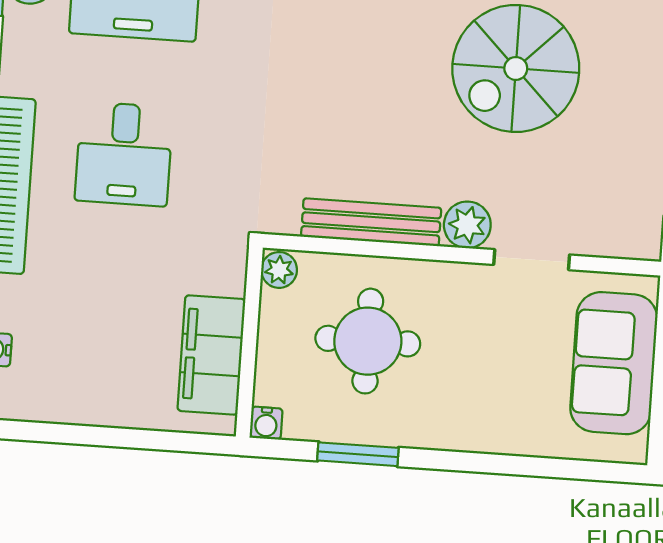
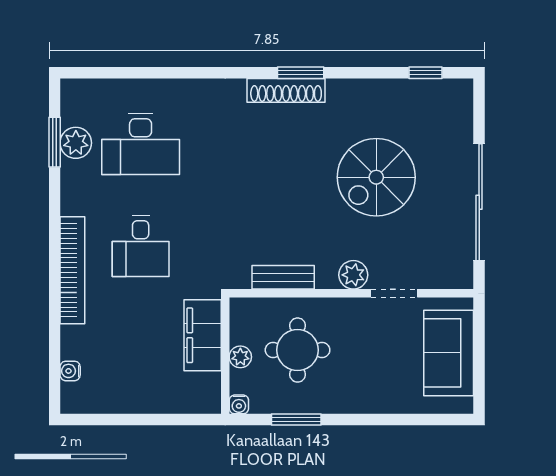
bench: (371, 222) -> (283, 277), width x0.73
plant: (279, 270) -> (240, 357), moved
filing cabinet: (211, 355) -> (203, 335), moved

